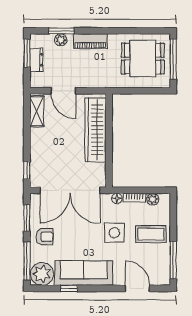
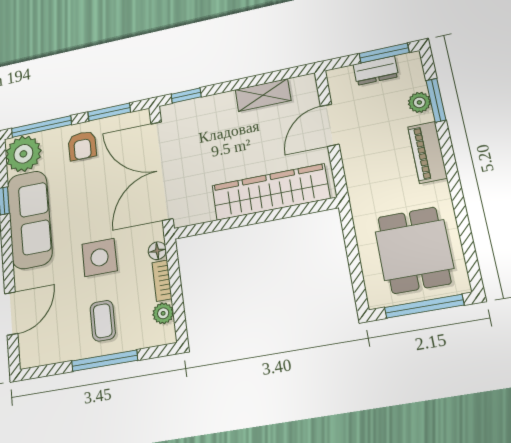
shelving: (37, 111) -> (263, 95), moved
coffee table: (151, 234) -> (103, 321), width x0.73, depth x0.77
window: (173, 260) -> (105, 361), moved

